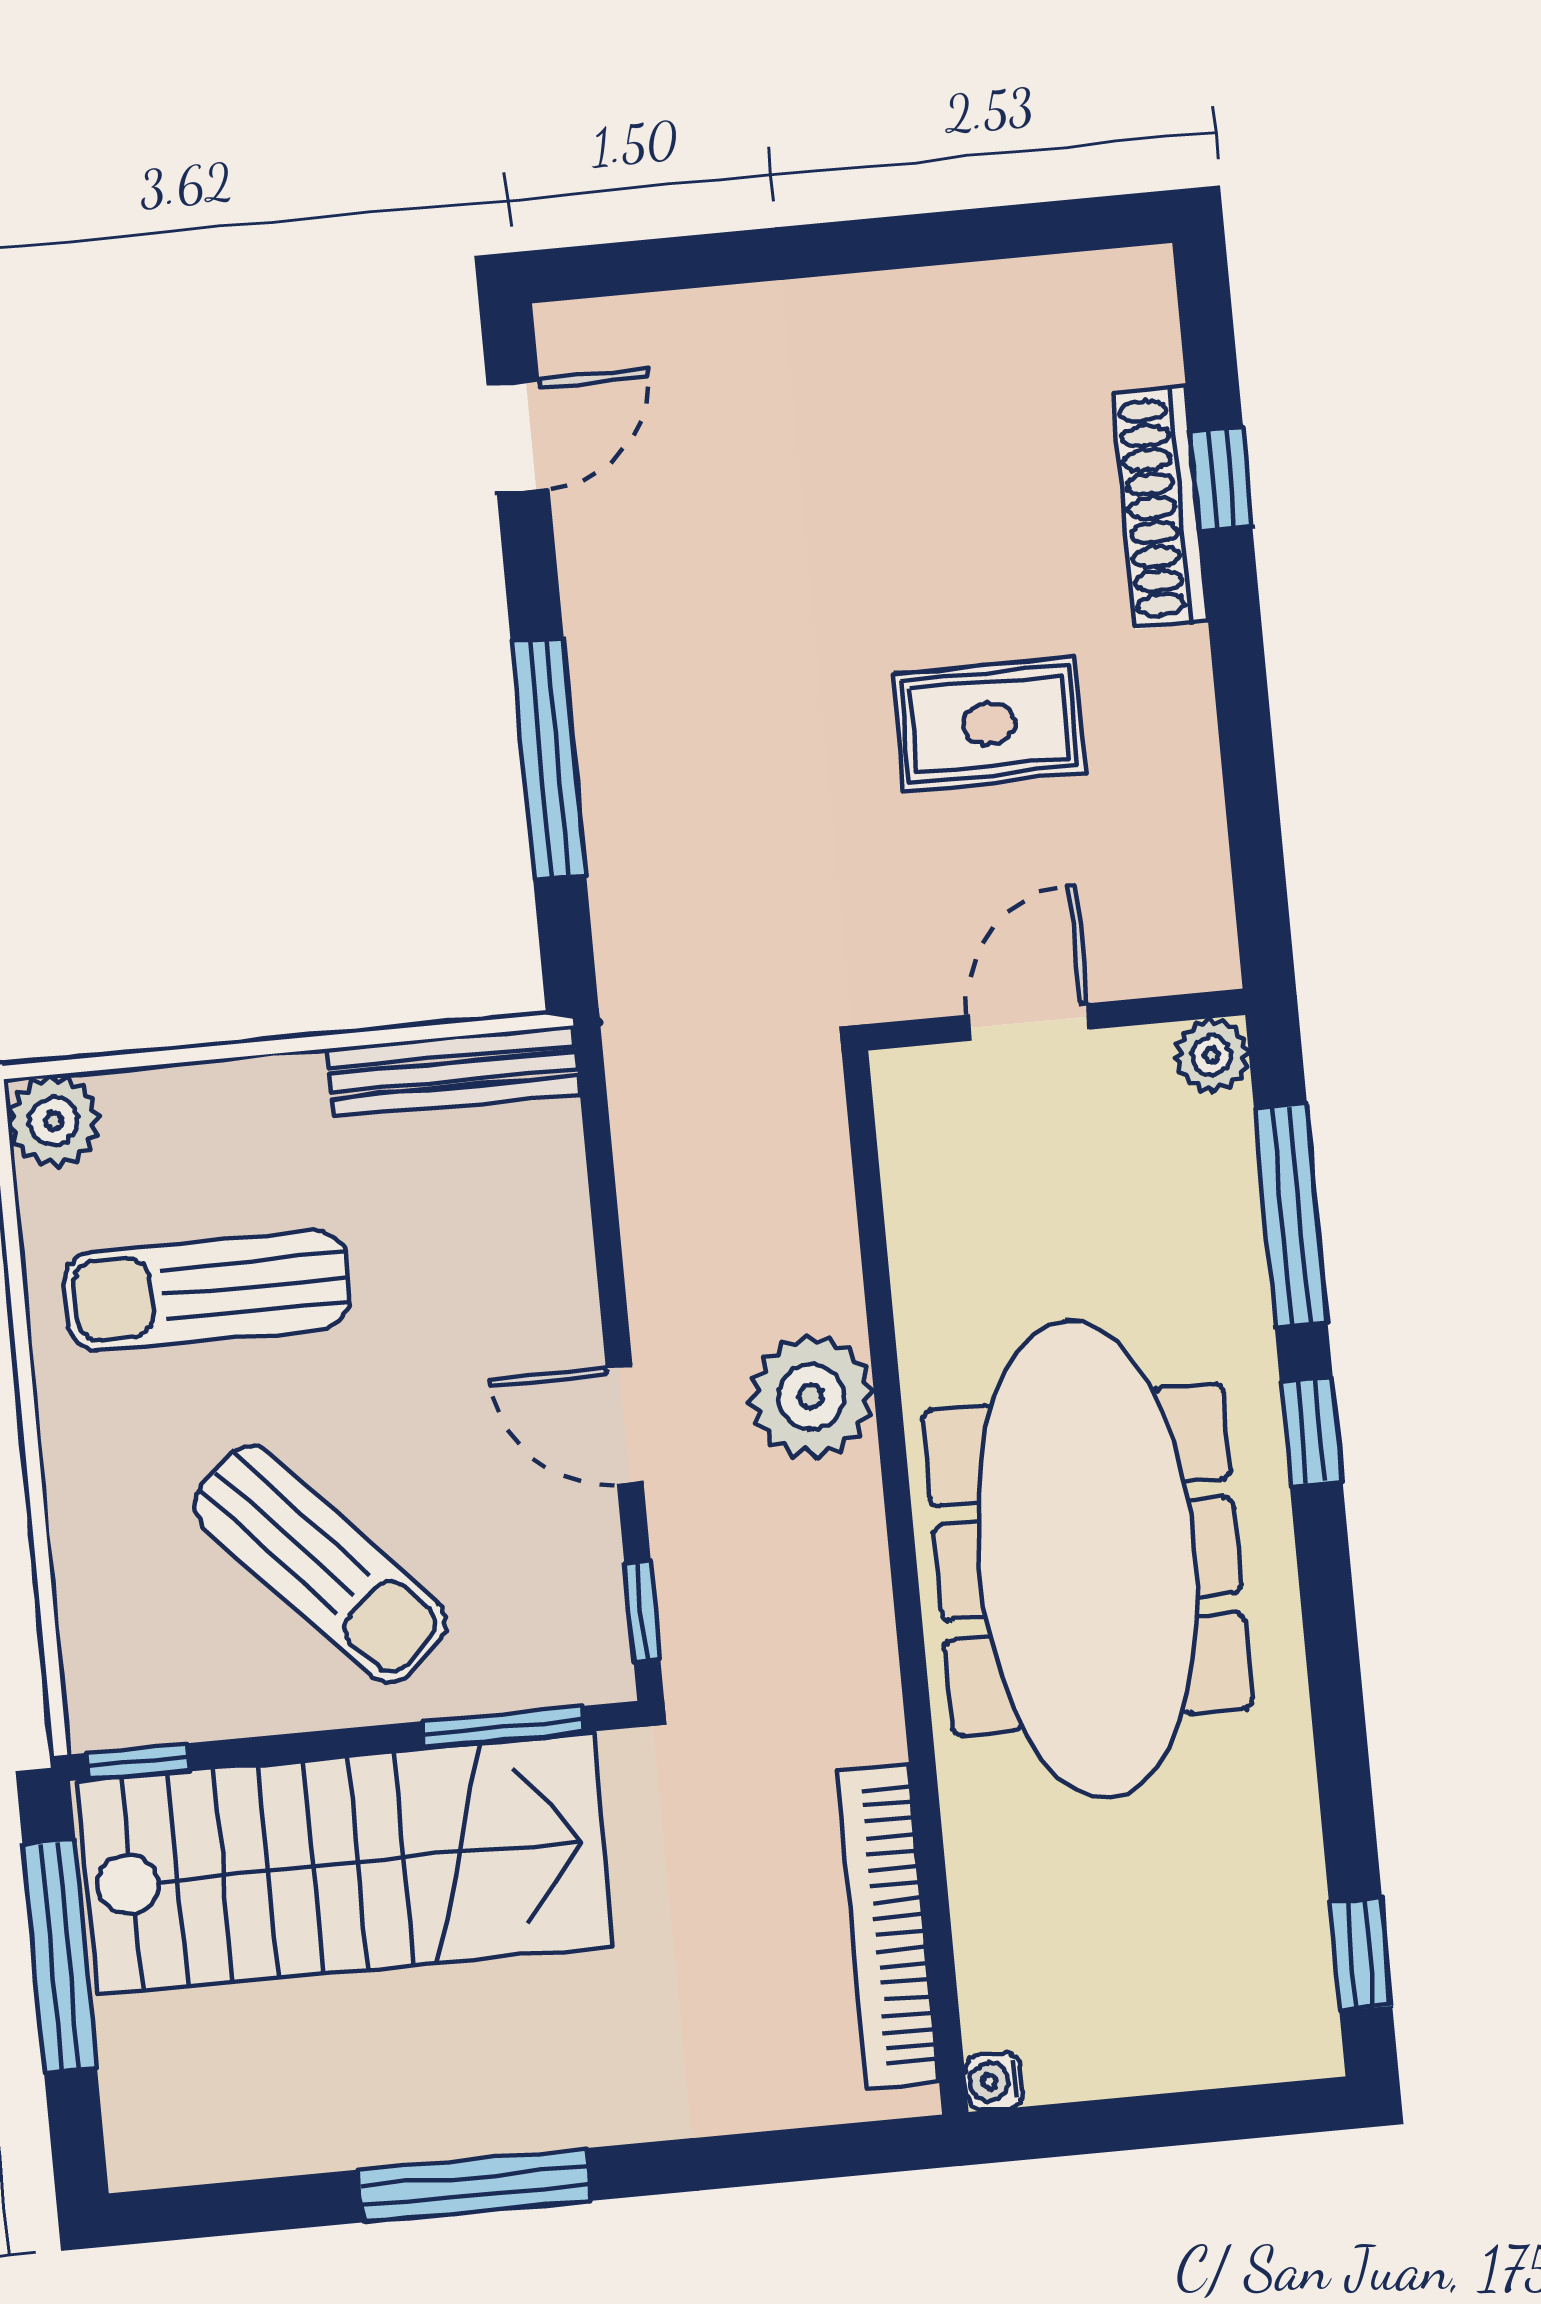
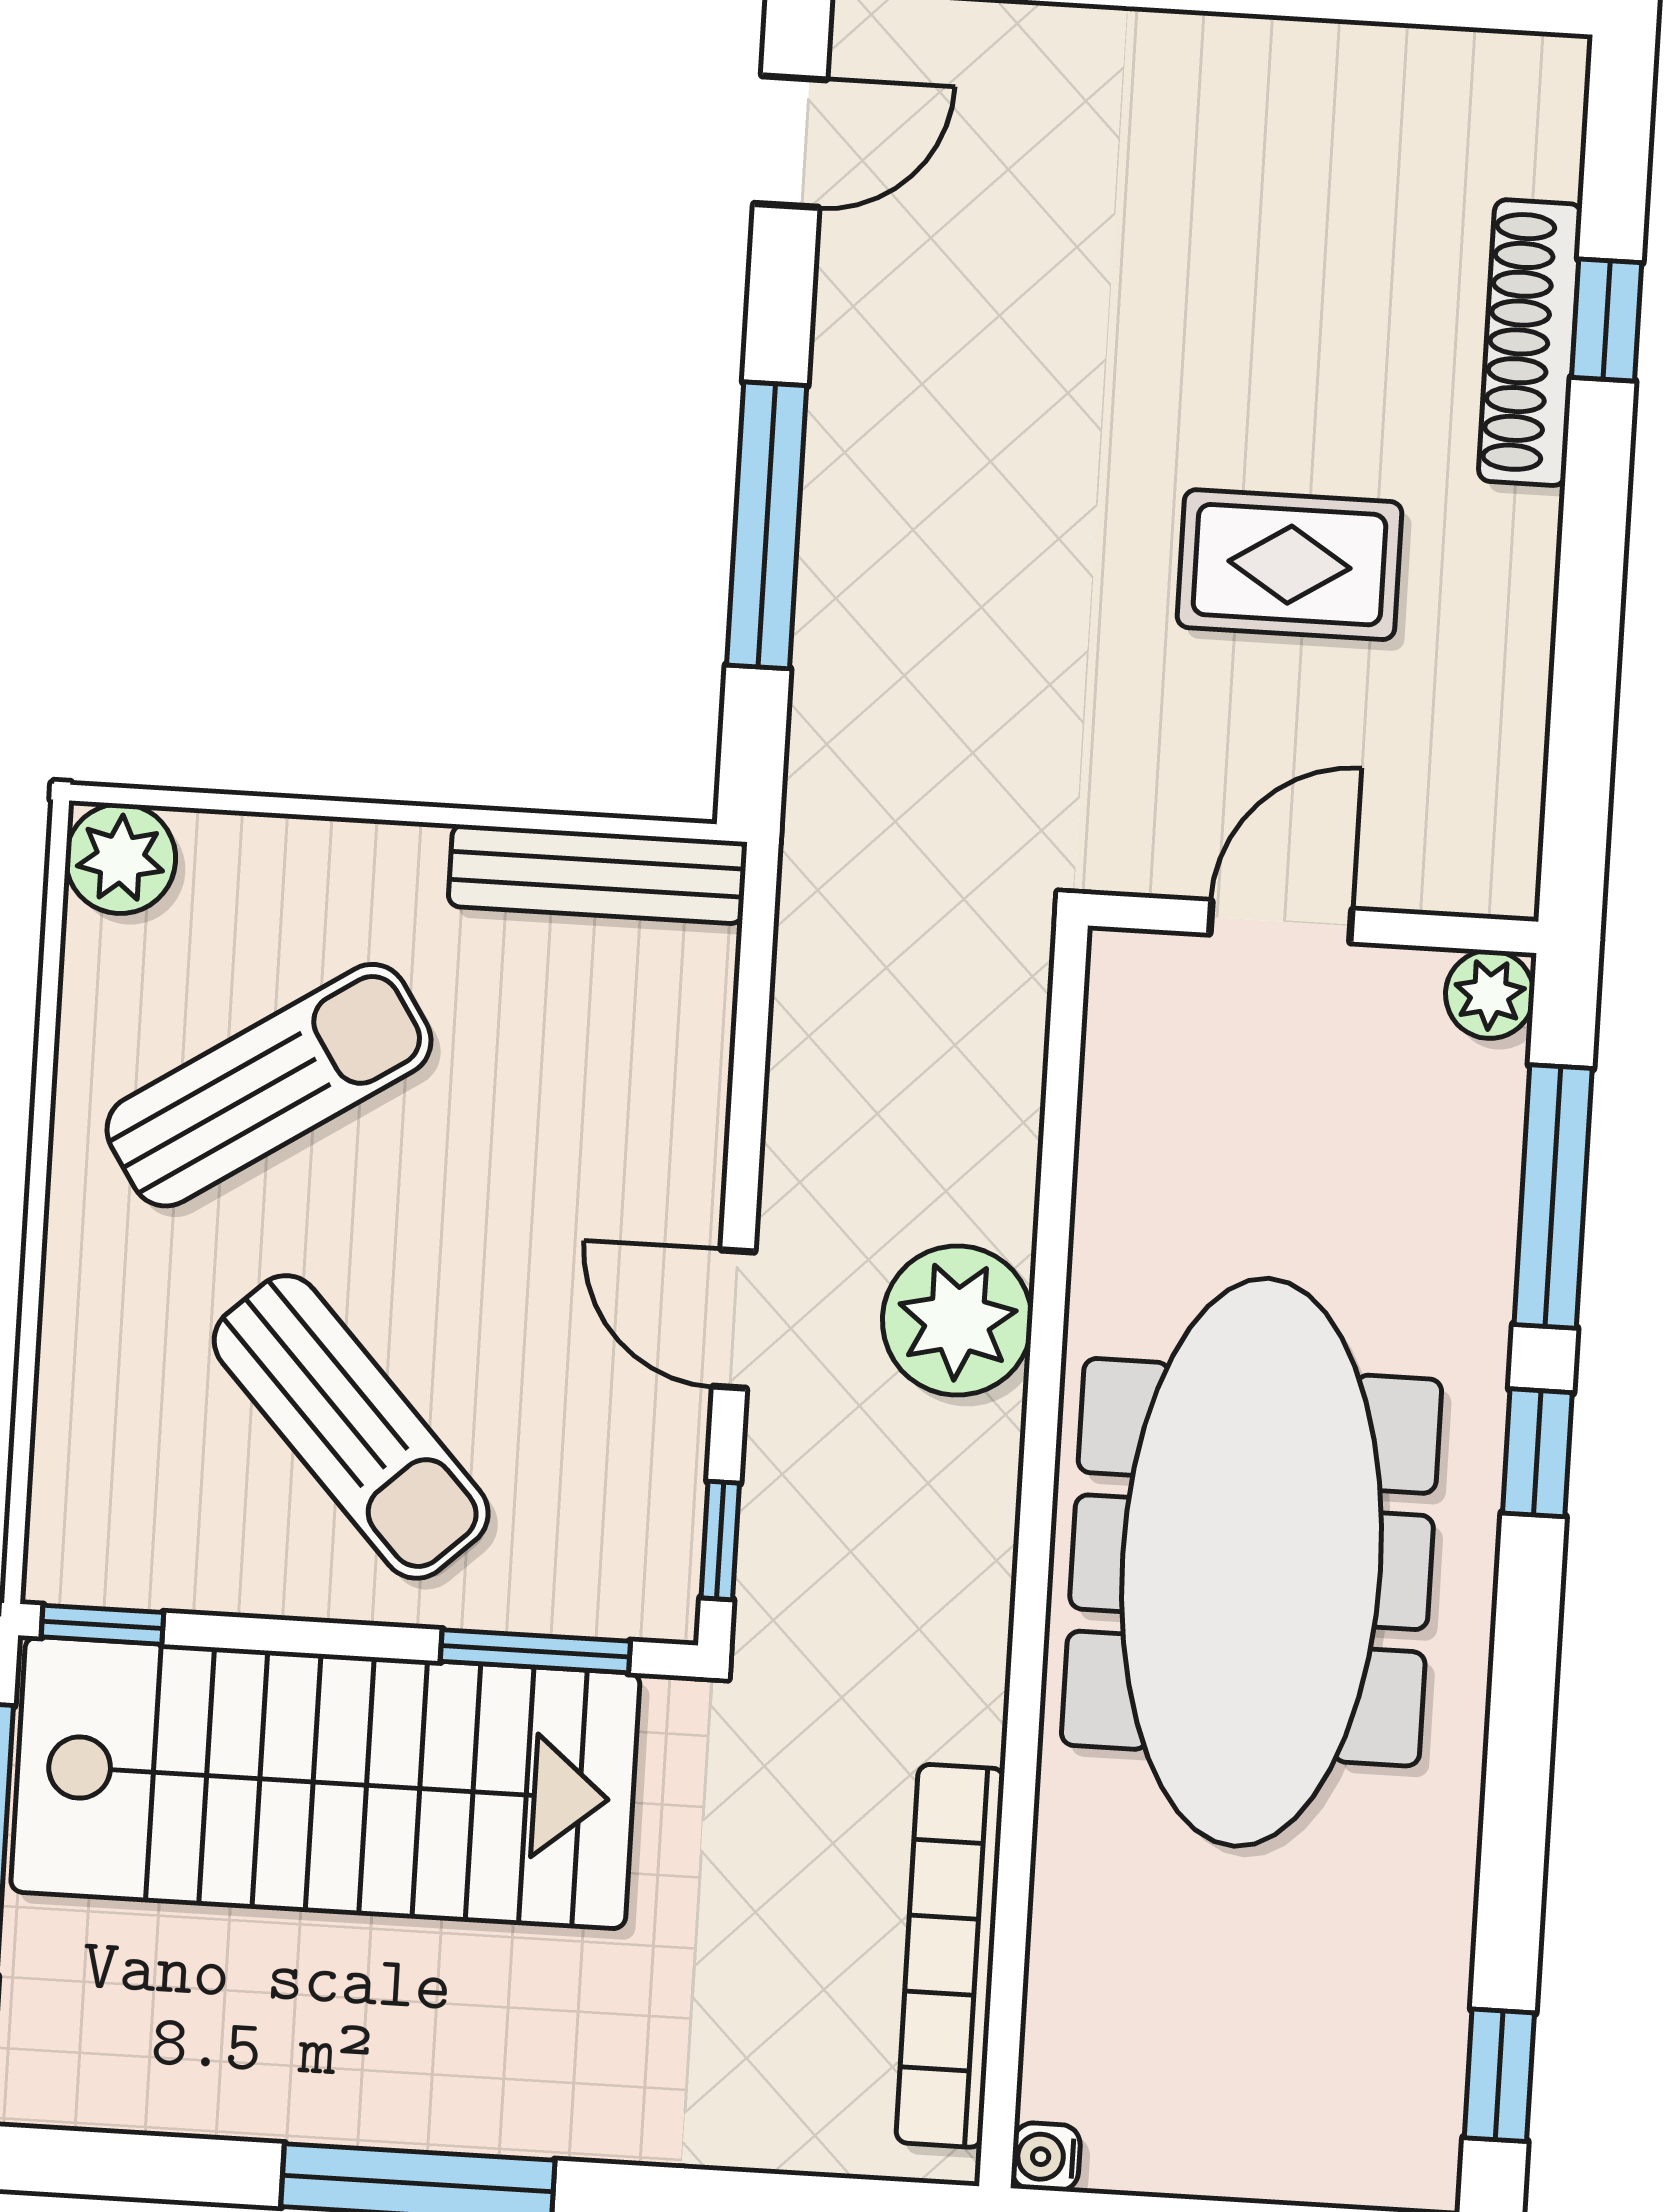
sun lounger: (207, 1290) -> (269, 1085), turned 147

